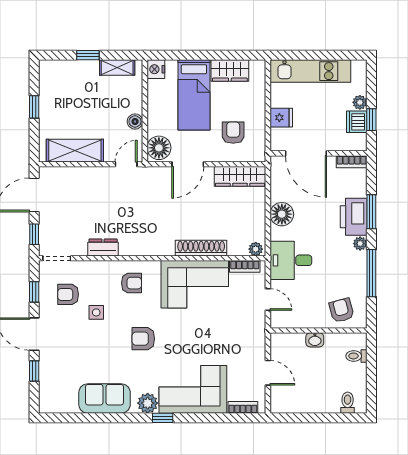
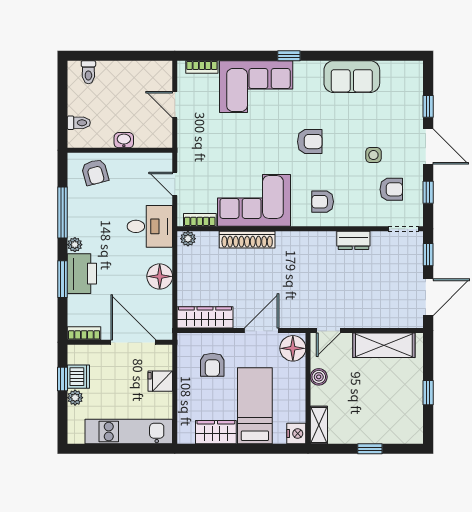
shelving: (117, 68) -> (319, 425), moved, turned 90
side table: (96, 312) -> (373, 155), moved
plant: (148, 403) -> (305, 72), removed

